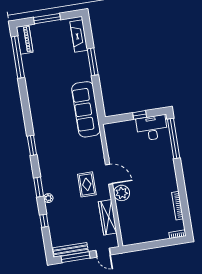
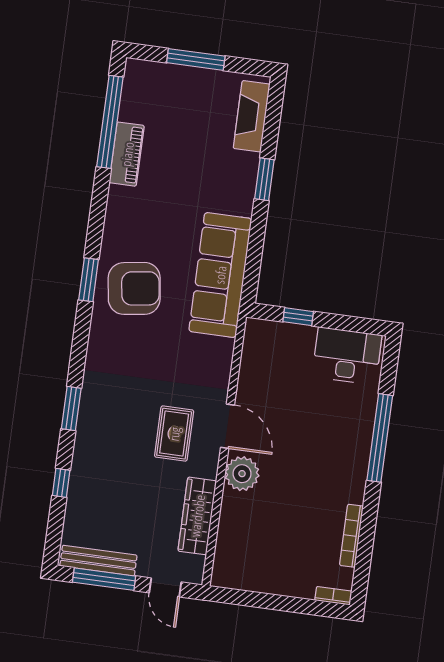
piano: (25, 40) -> (127, 154), moved
window: (93, 62) -> (264, 179), width x0.69
window: (140, 115) -> (298, 317), moved
armchair: (50, 126) -> (134, 288), added
window: (174, 138) -> (380, 438), moved
window: (32, 145) -> (89, 280), moved
plant: (48, 198) -> (85, 438), removed

